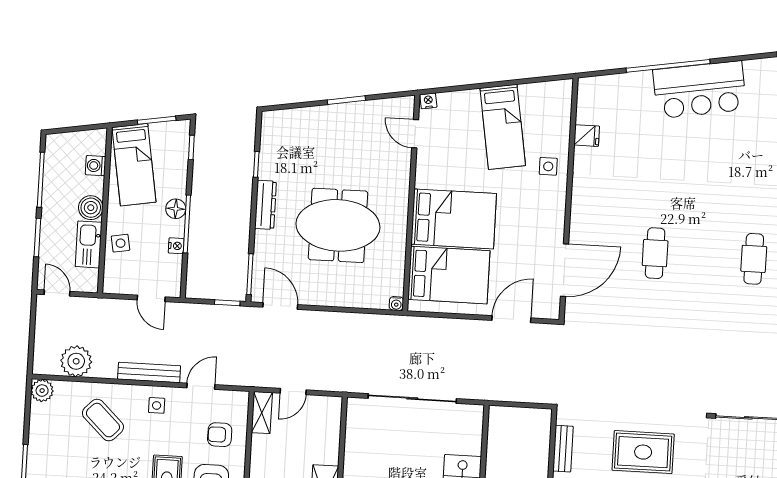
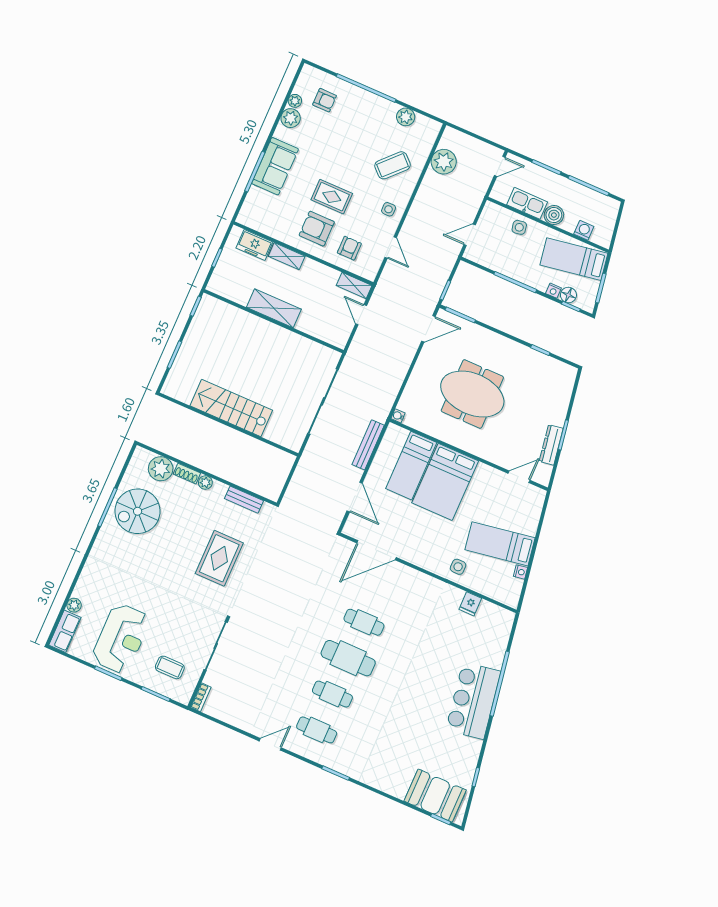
nightstand: (428, 101) -> (520, 572), moved
dresser: (265, 205) -> (551, 445), moved, turned 81
floor lamp: (176, 209) -> (568, 295), moved
meeting table: (338, 225) -> (472, 394), turned 90
nightstand: (176, 246) -> (553, 291), moved
cafe table: (704, 256) -> (348, 658), added
door: (564, 270) -> (376, 550), hinge flipped
bed: (449, 275) -> (411, 466), width x0.67
bench: (149, 372) -> (368, 445), moved
plant: (42, 391) -> (406, 117), moved

